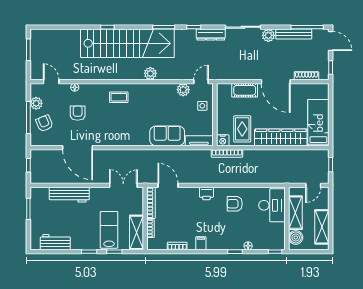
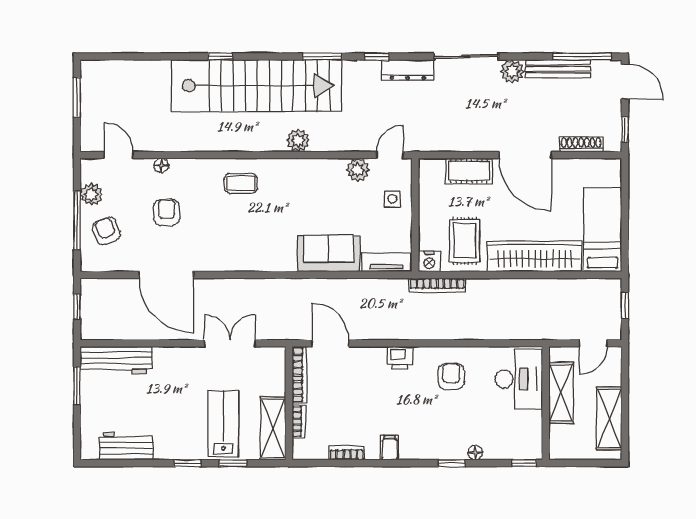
double door: (123, 185) -> (230, 343), moved
workbench: (69, 195) -> (116, 360), moved
armchair: (235, 204) -> (451, 376), turned 90
boiler: (296, 237) -> (562, 437), removed

